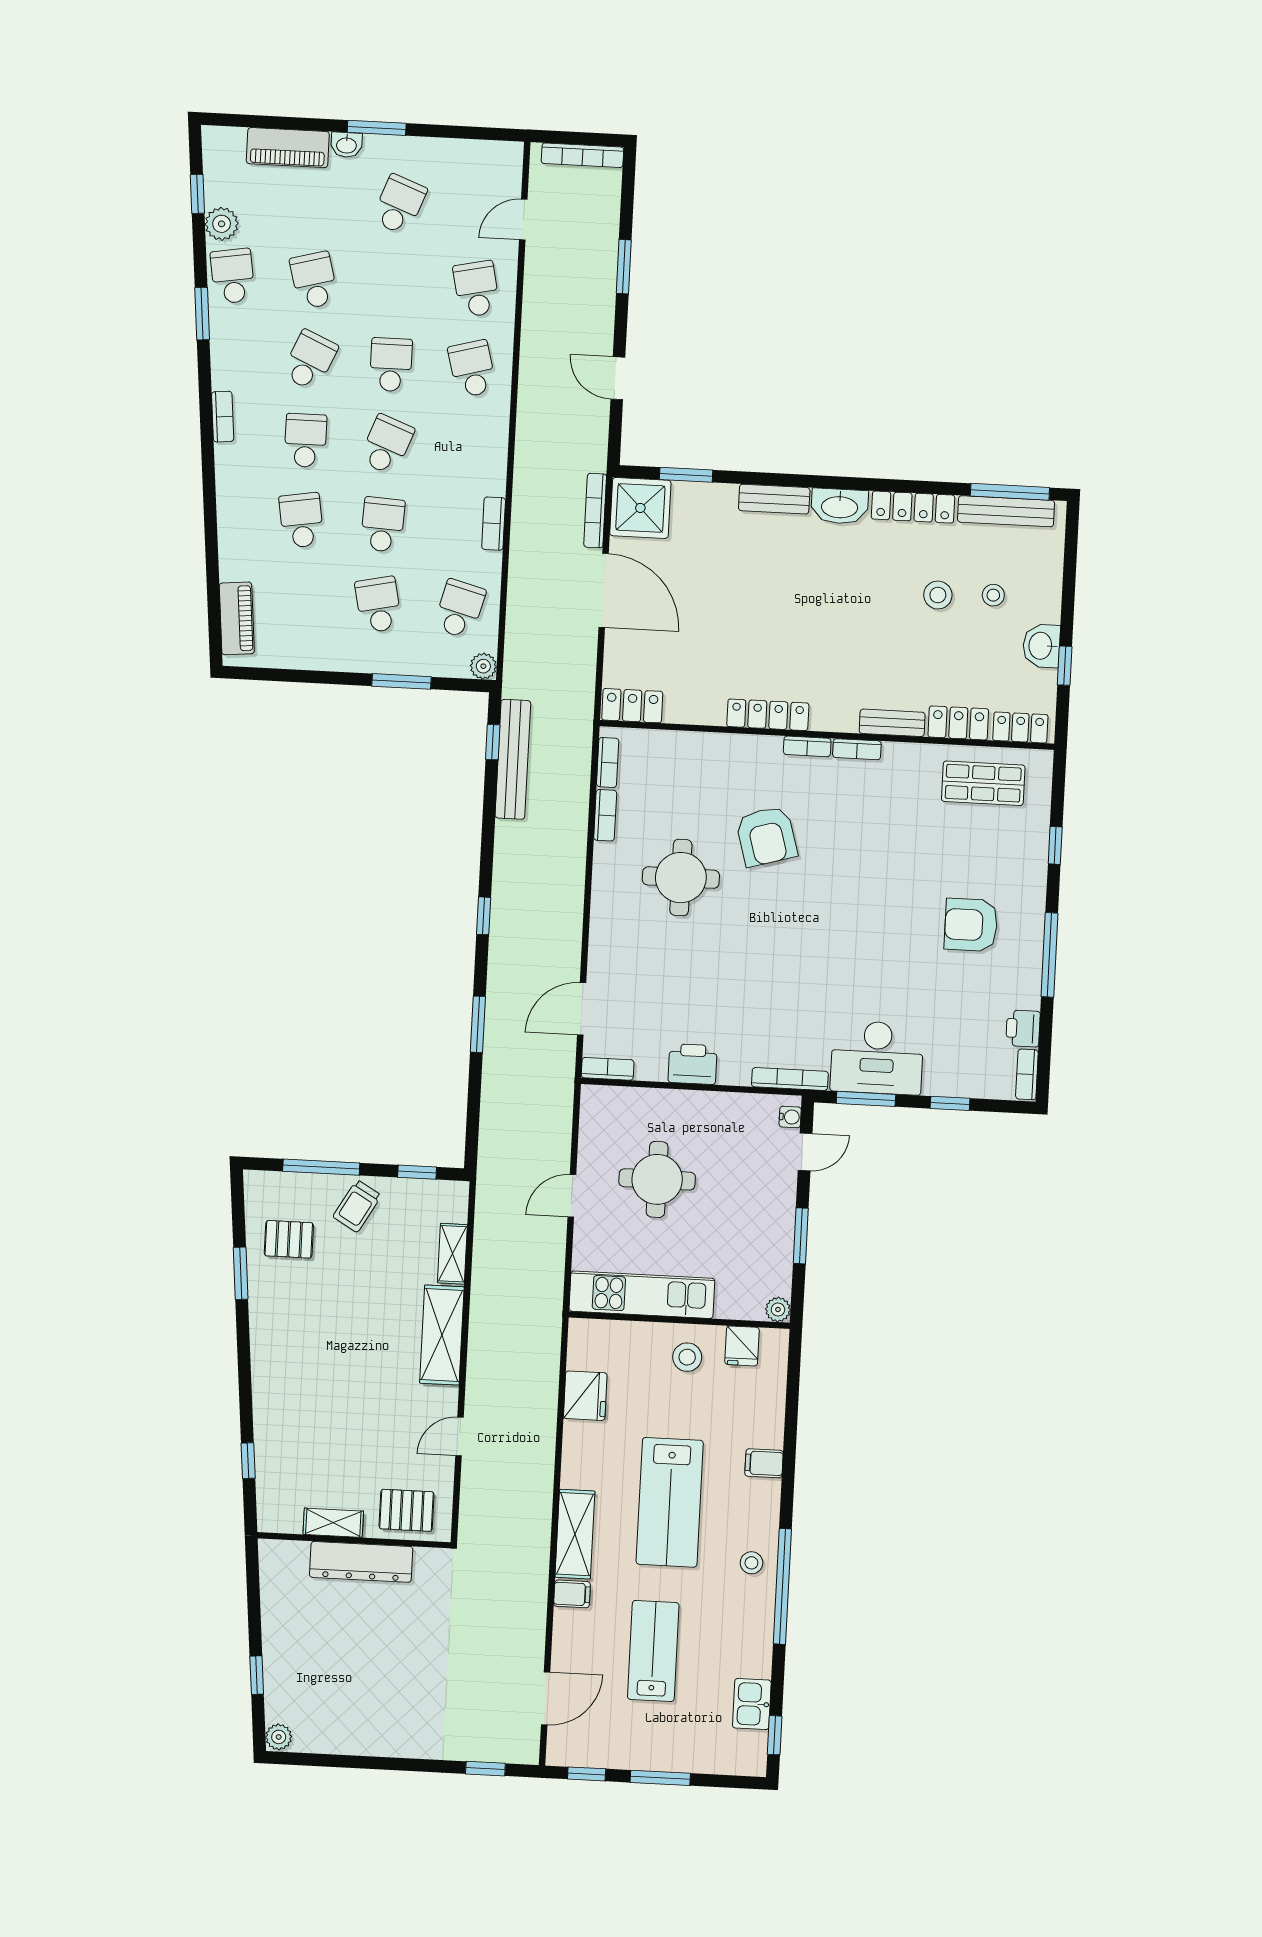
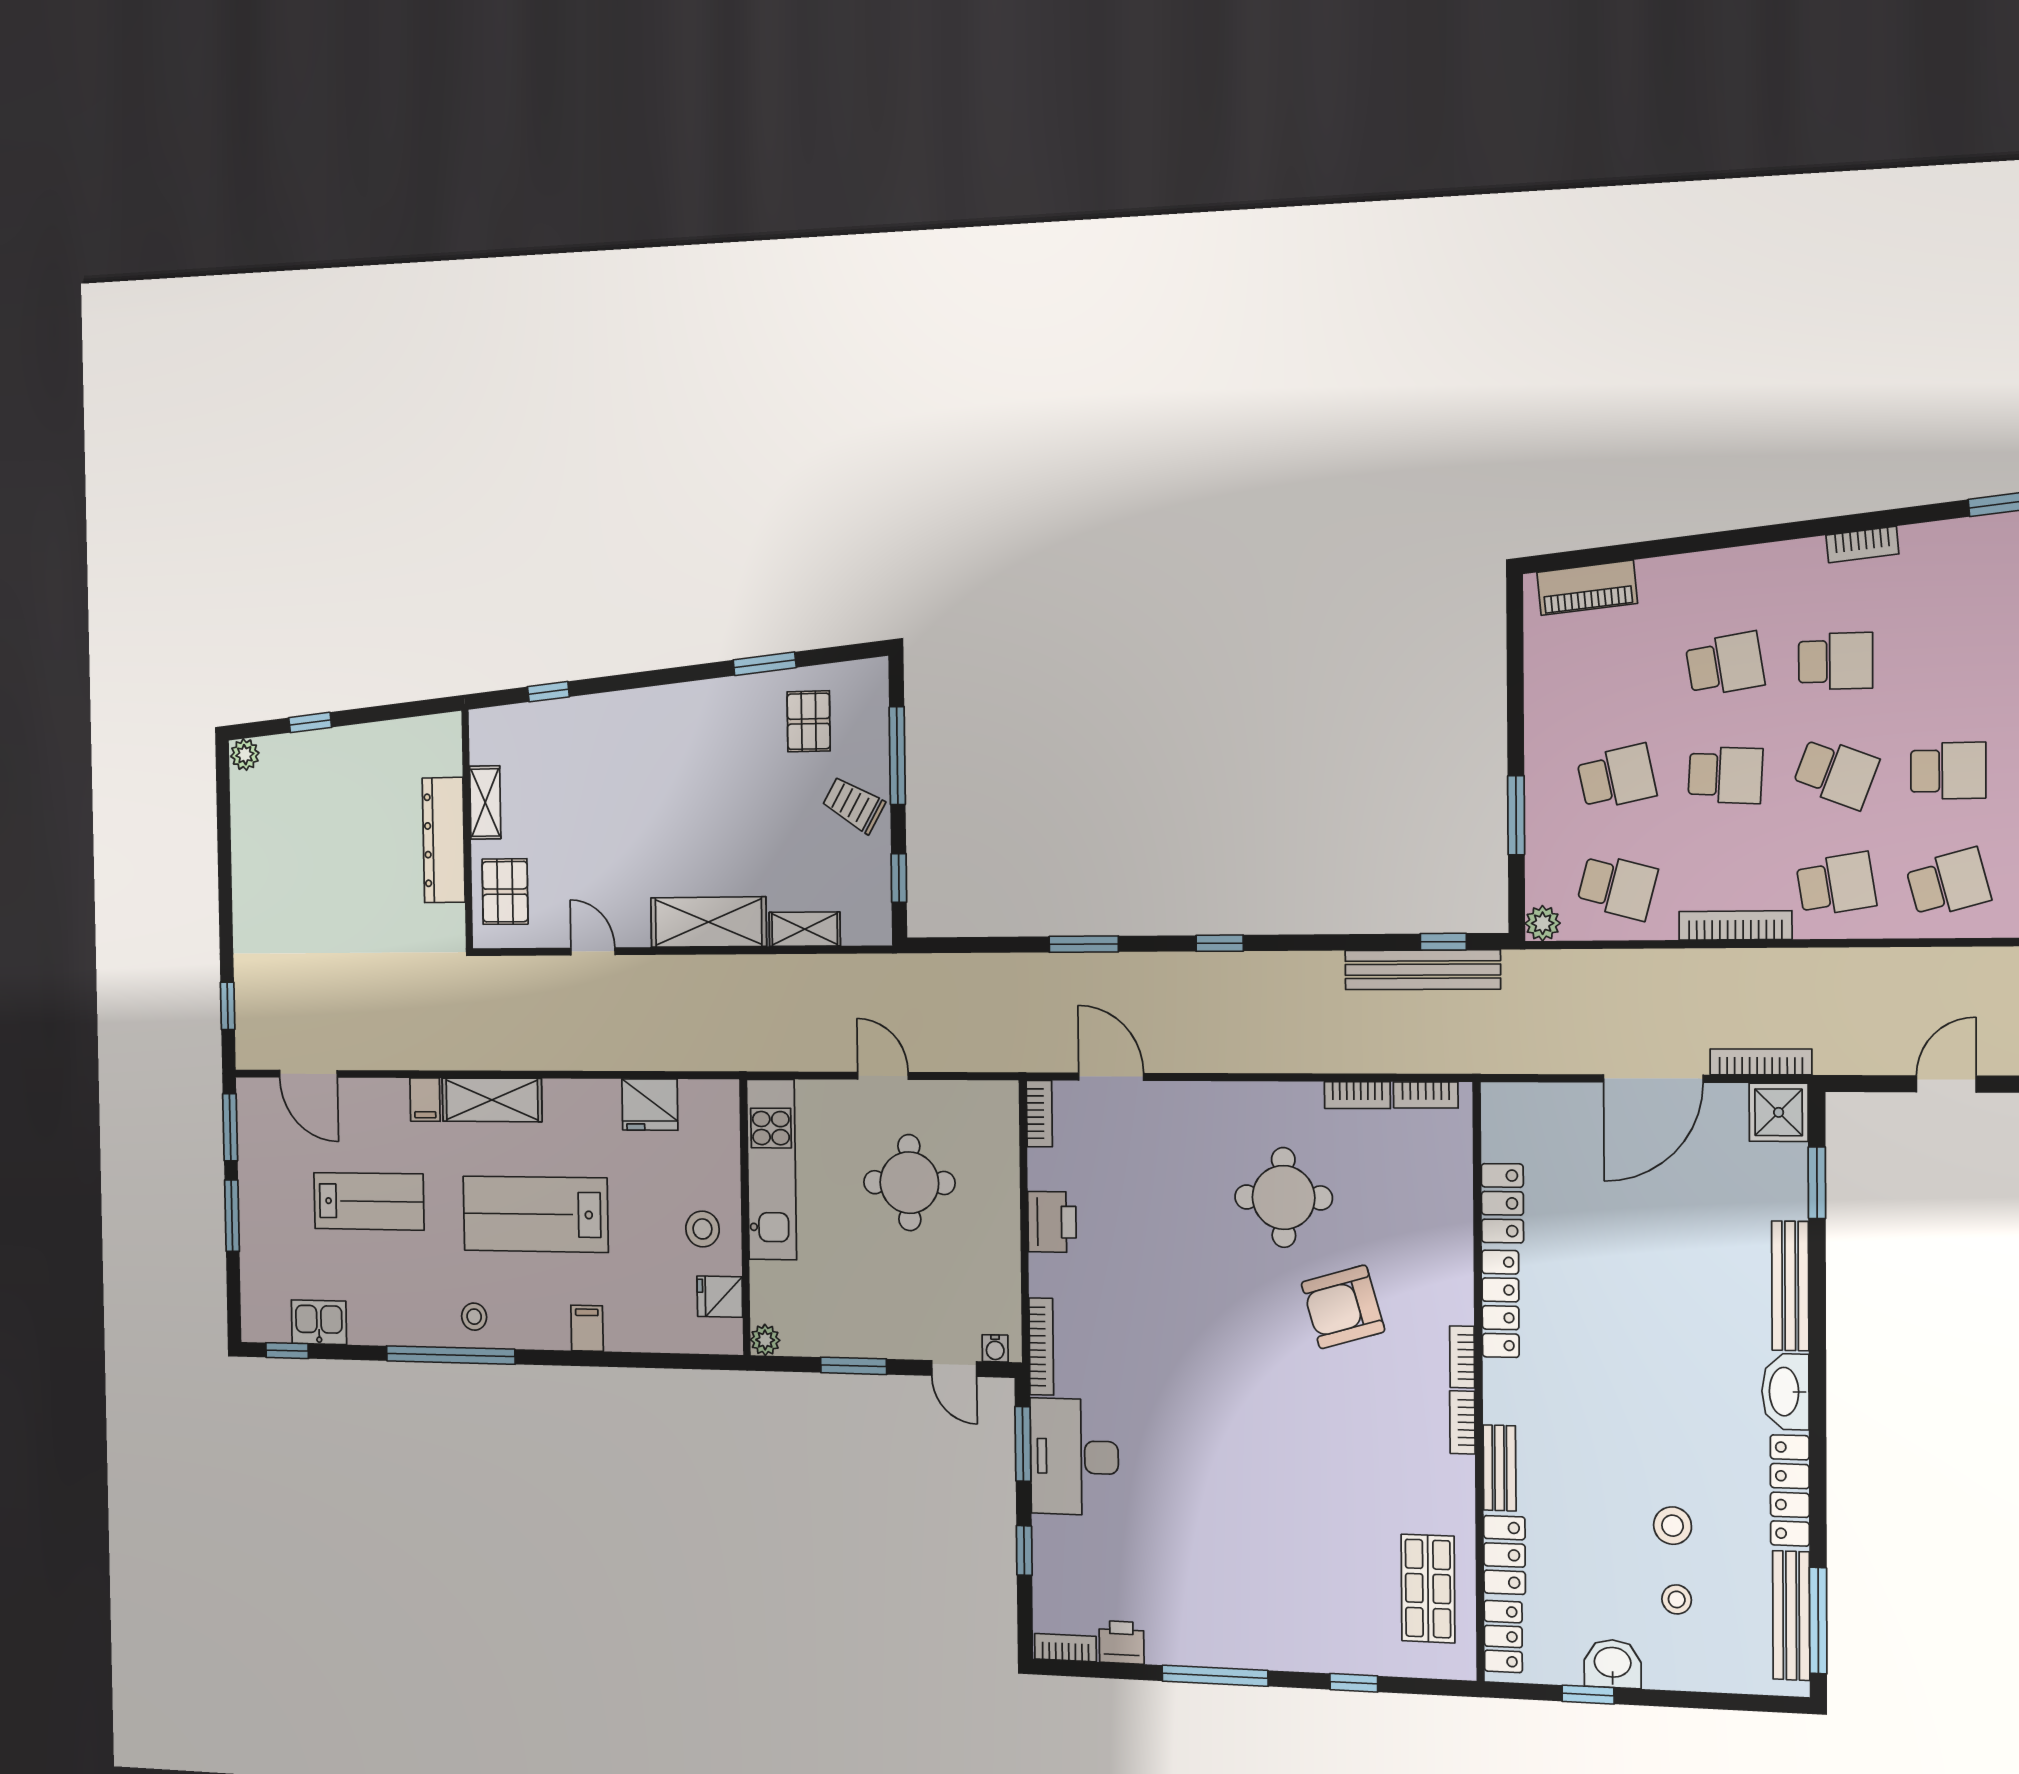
school desk: (310, 360) -> (1836, 884), moved, turned -33
bench: (774, 499) -> (1790, 1286), width x1.36
shower: (640, 508) -> (1779, 1112), width x0.73, depth x0.73
bookcase: (494, 524) -> (1735, 925), width x1.56
locker: (632, 706) -> (1502, 1203), moved
armchair: (971, 925) -> (1246, 1575), removed
window: (587, 1774) -> (230, 1127), width x1.50

